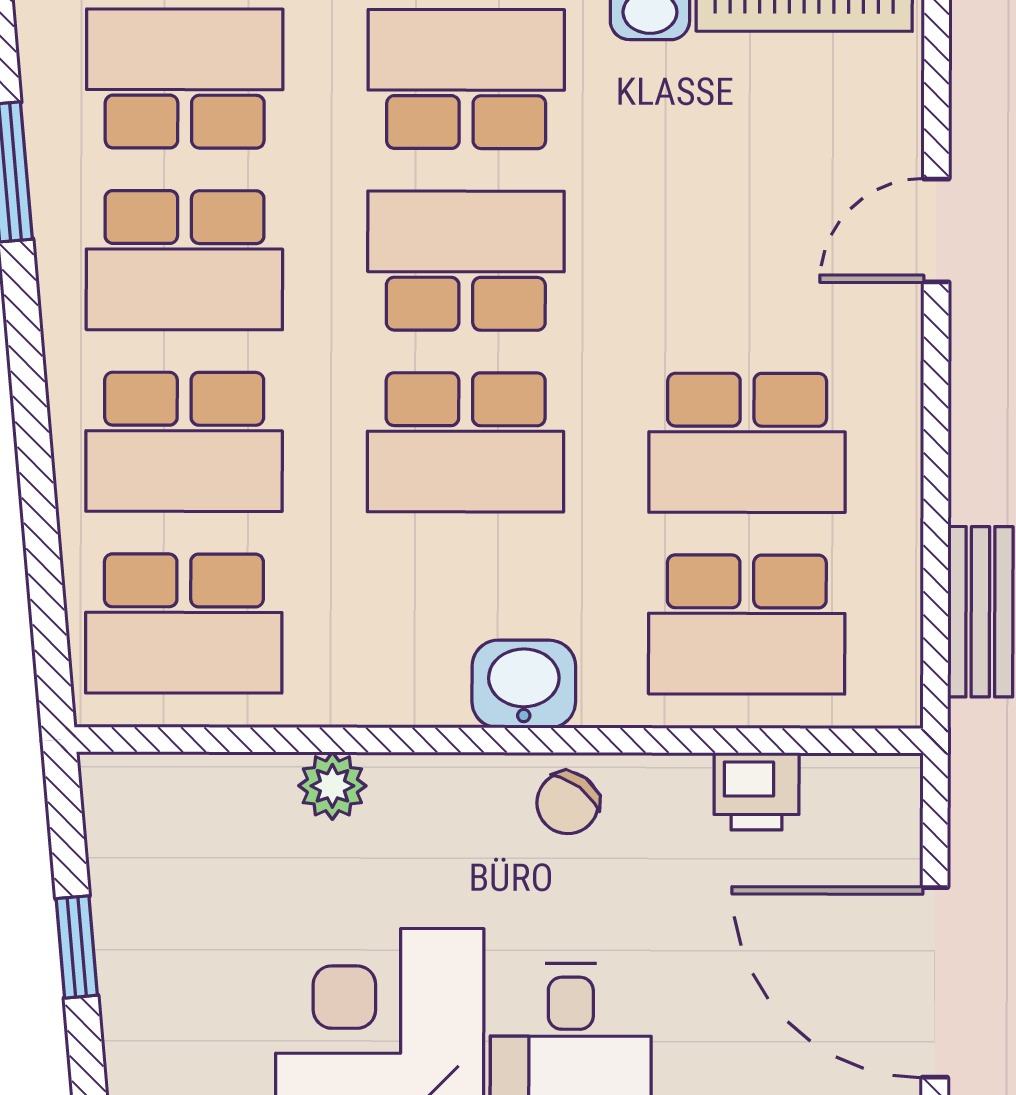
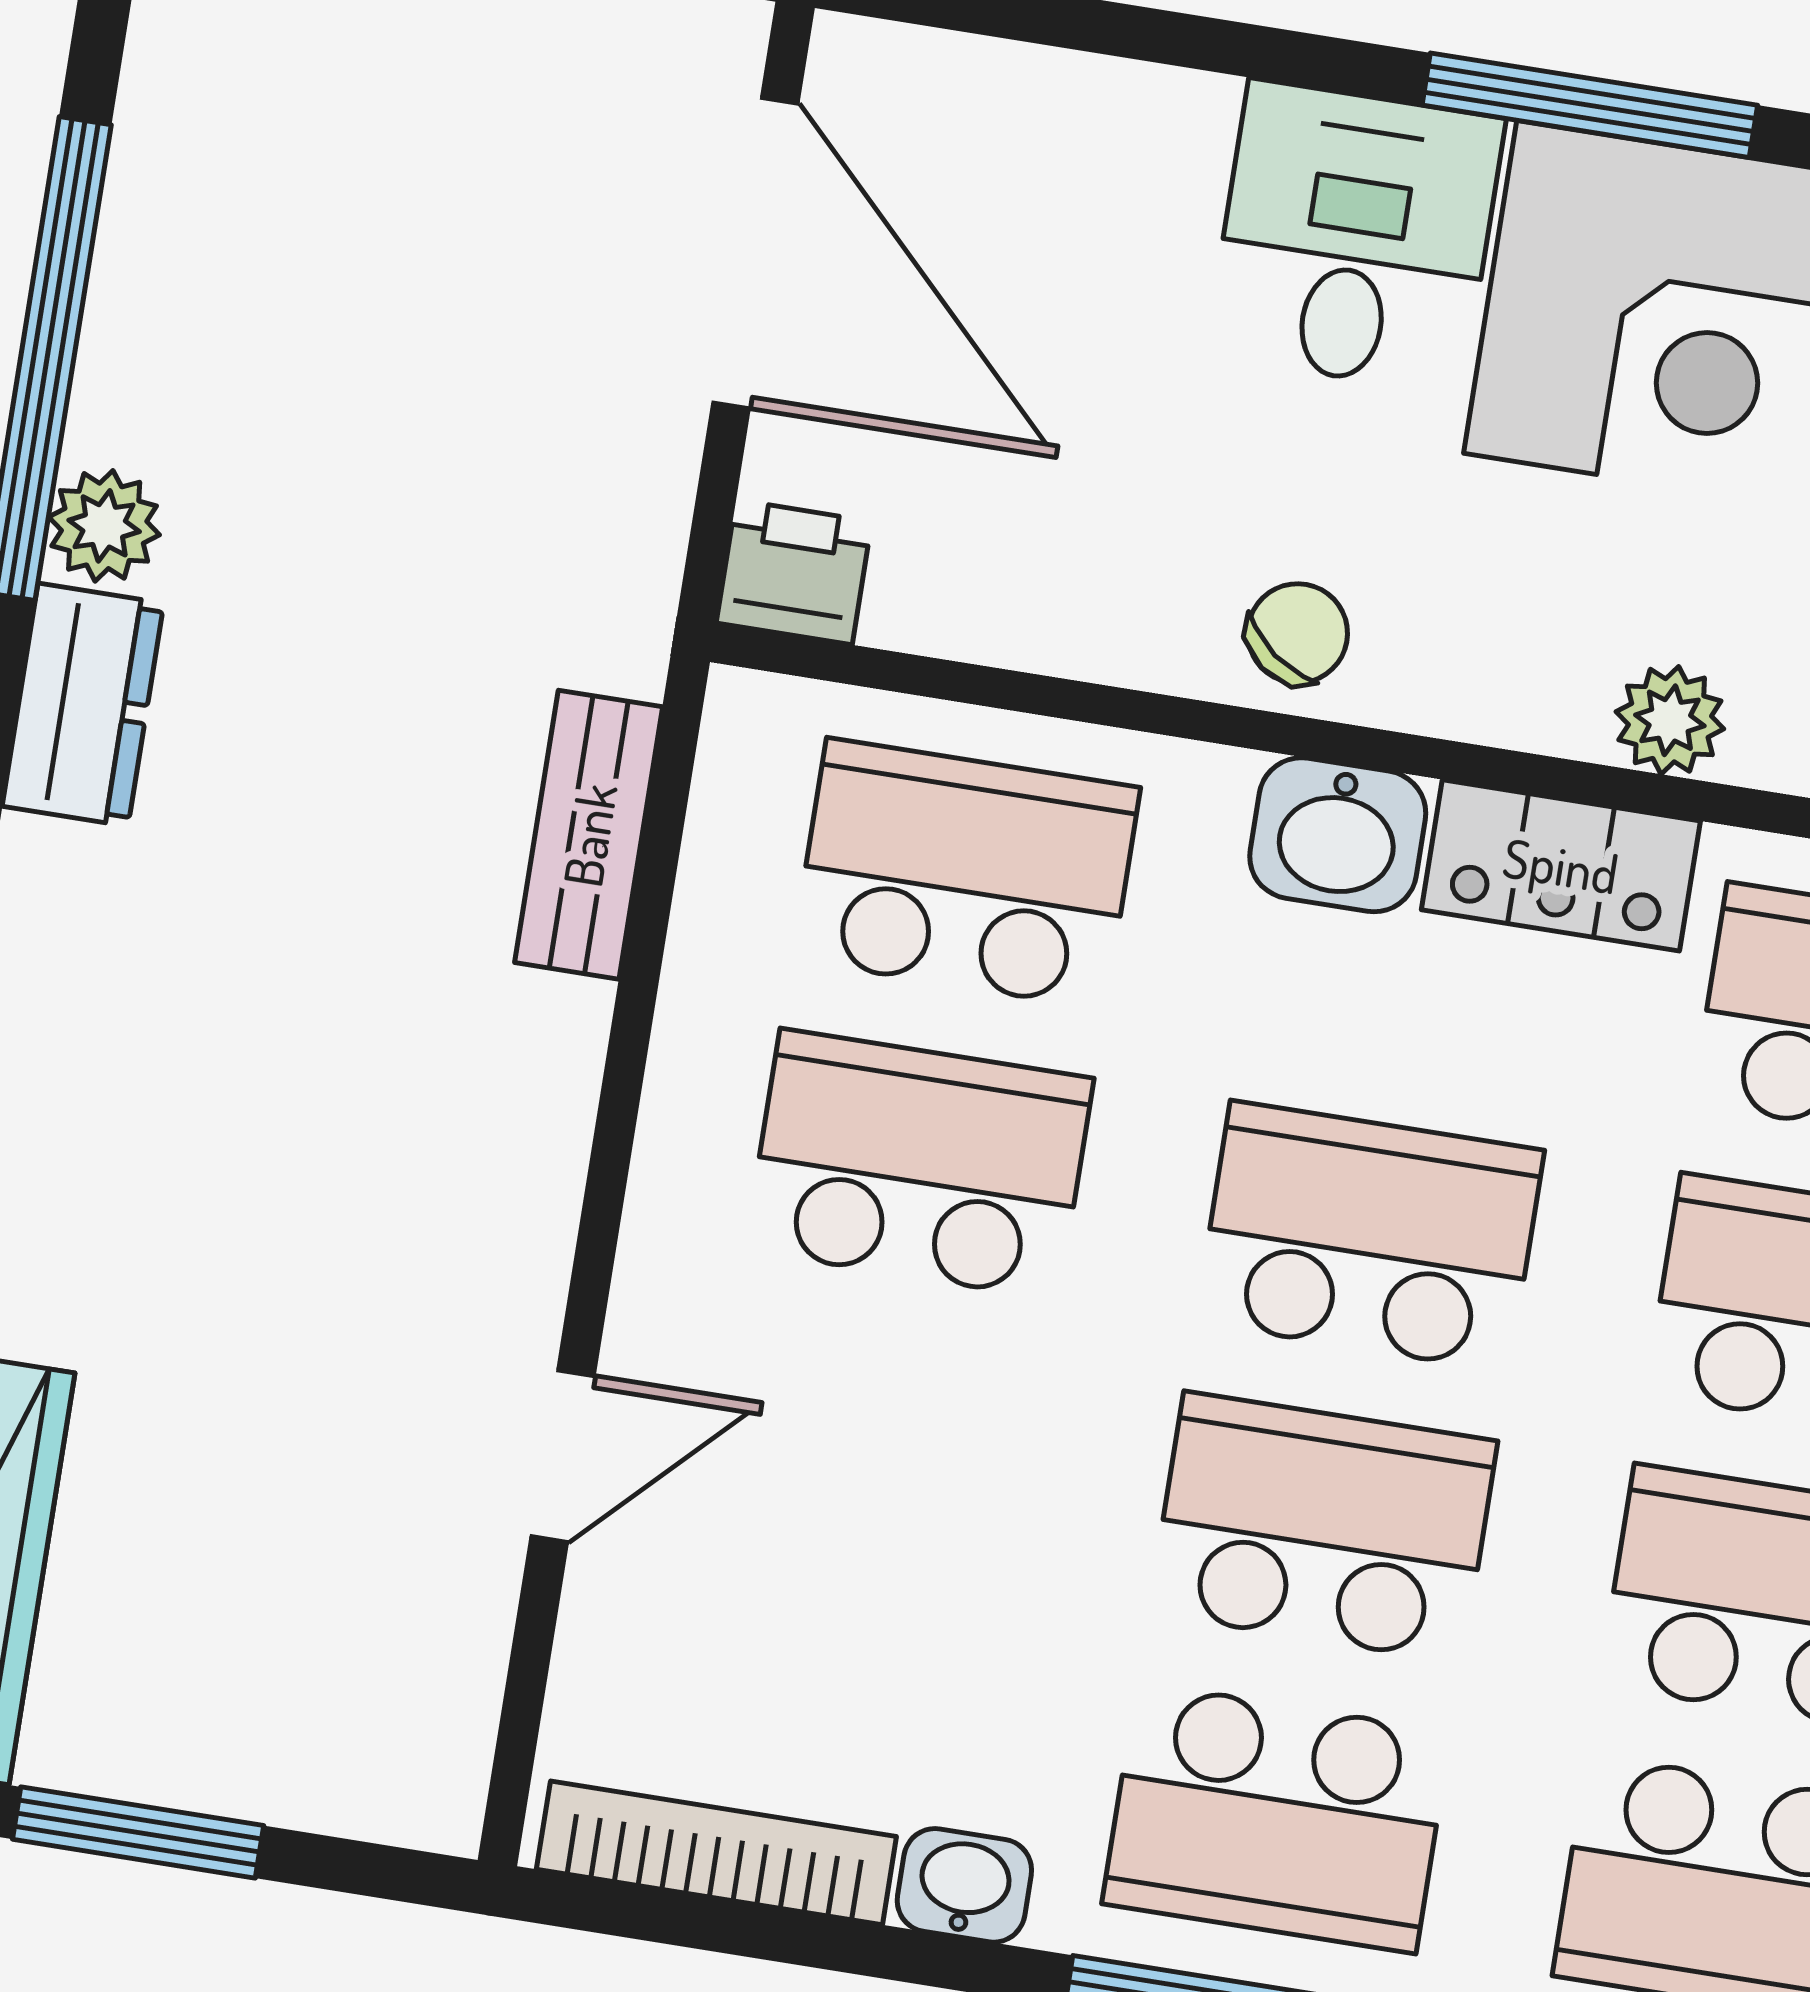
school desk: (466, 261) -> (1323, 1527), turned 180
locker: (385, 687) -> (1561, 865), added
printer: (757, 791) -> (794, 572), moved

